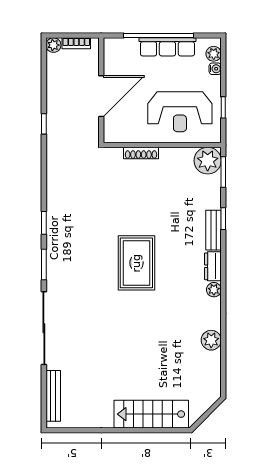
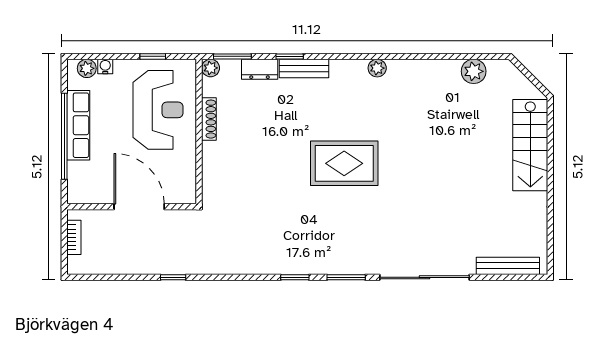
plant: (53, 45) -> (76, 266), removed
shoe rack: (141, 153) -> (209, 119), moved
plant: (208, 161) -> (211, 68), width x0.53, depth x0.53
dresser: (213, 266) -> (260, 69), moved
plant: (211, 340) -> (474, 71), moved

